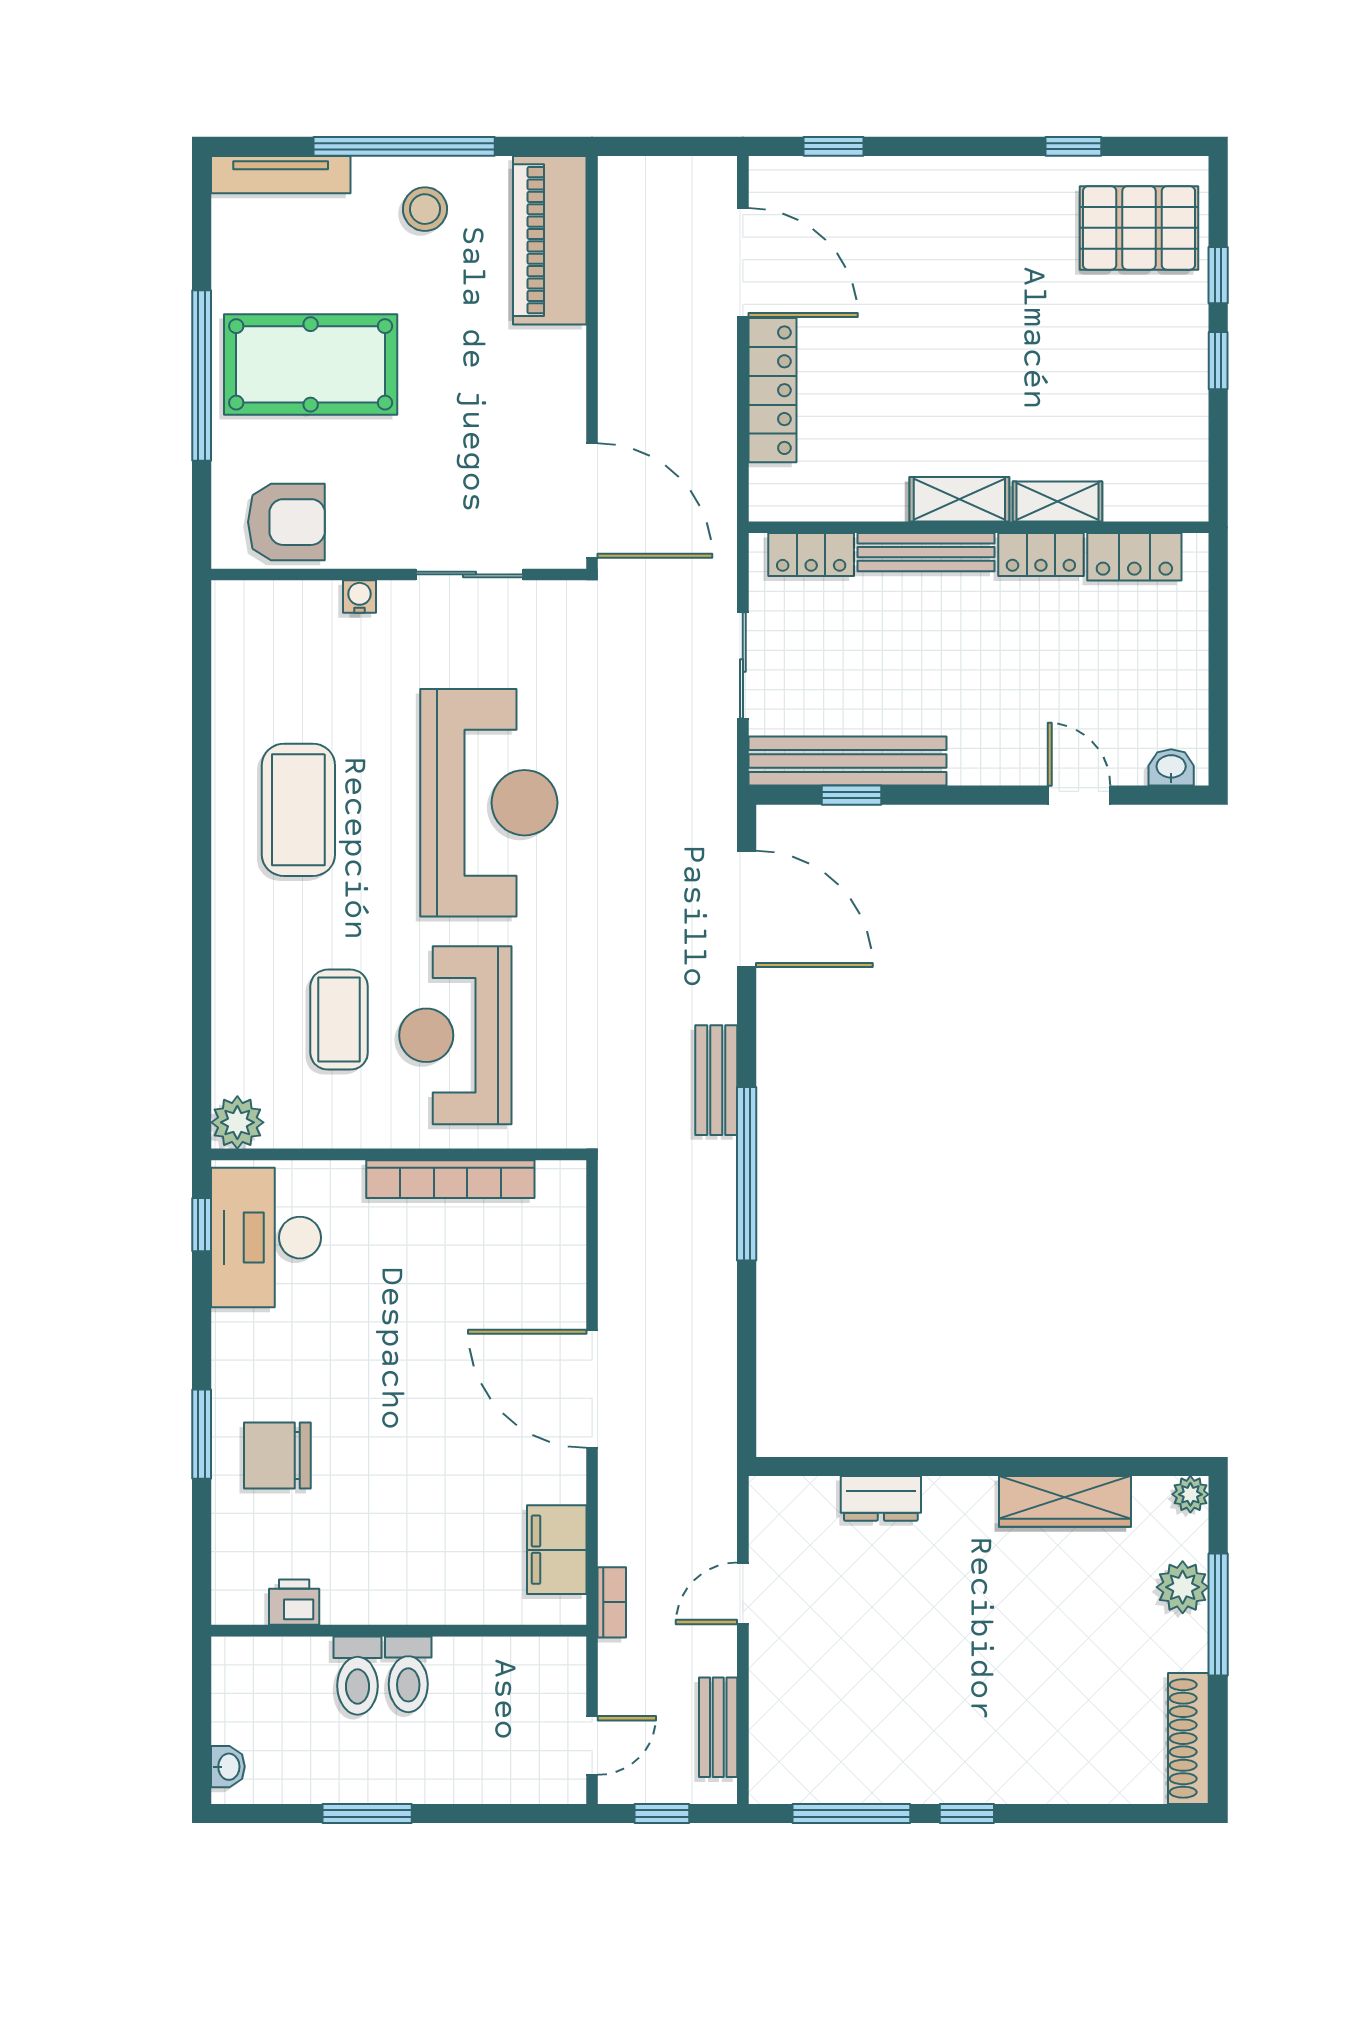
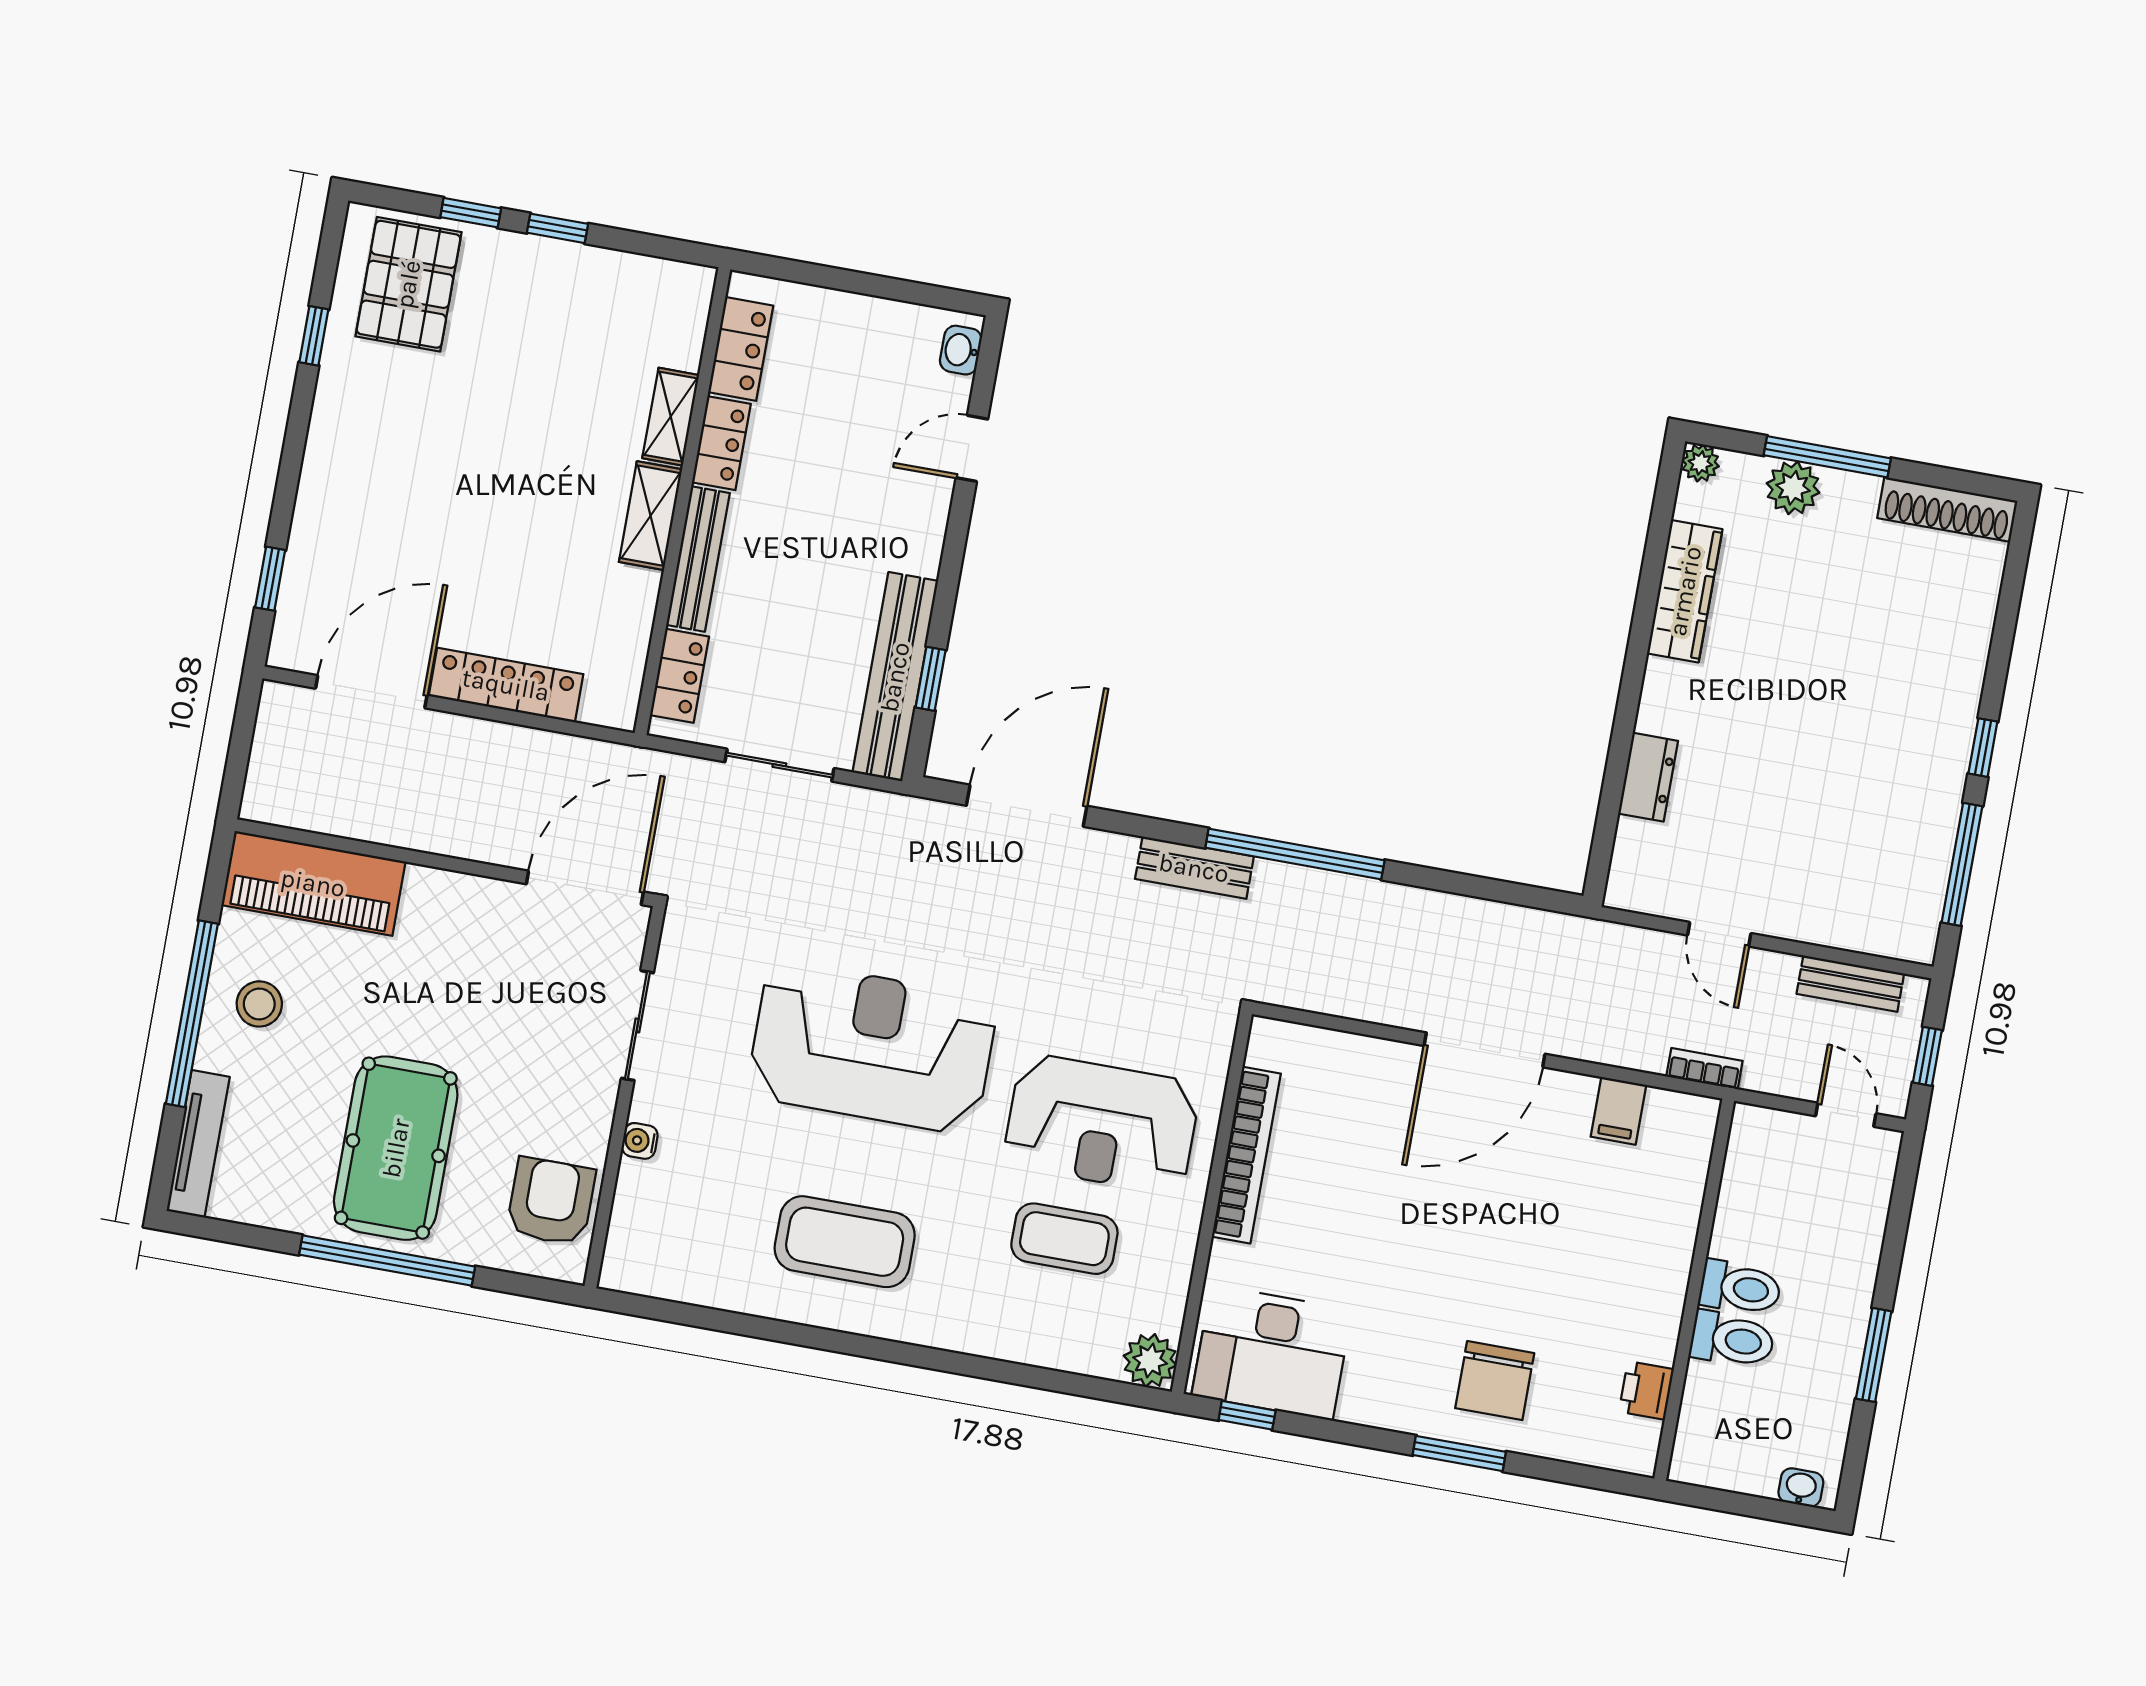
filing cabinet: (557, 1550) -> (1618, 1111), width x0.50

